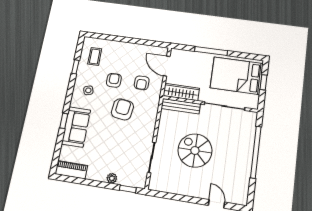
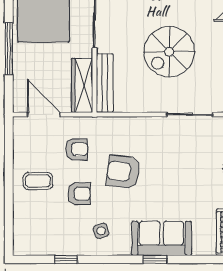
coffee table: (95, 56) -> (38, 181), moved
door: (167, 66) -> (44, 114), swing flipped
armchair: (114, 80) -> (79, 194), turned 180

